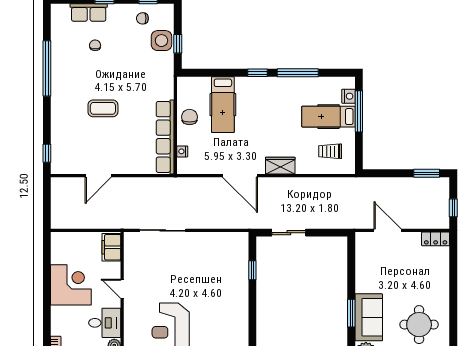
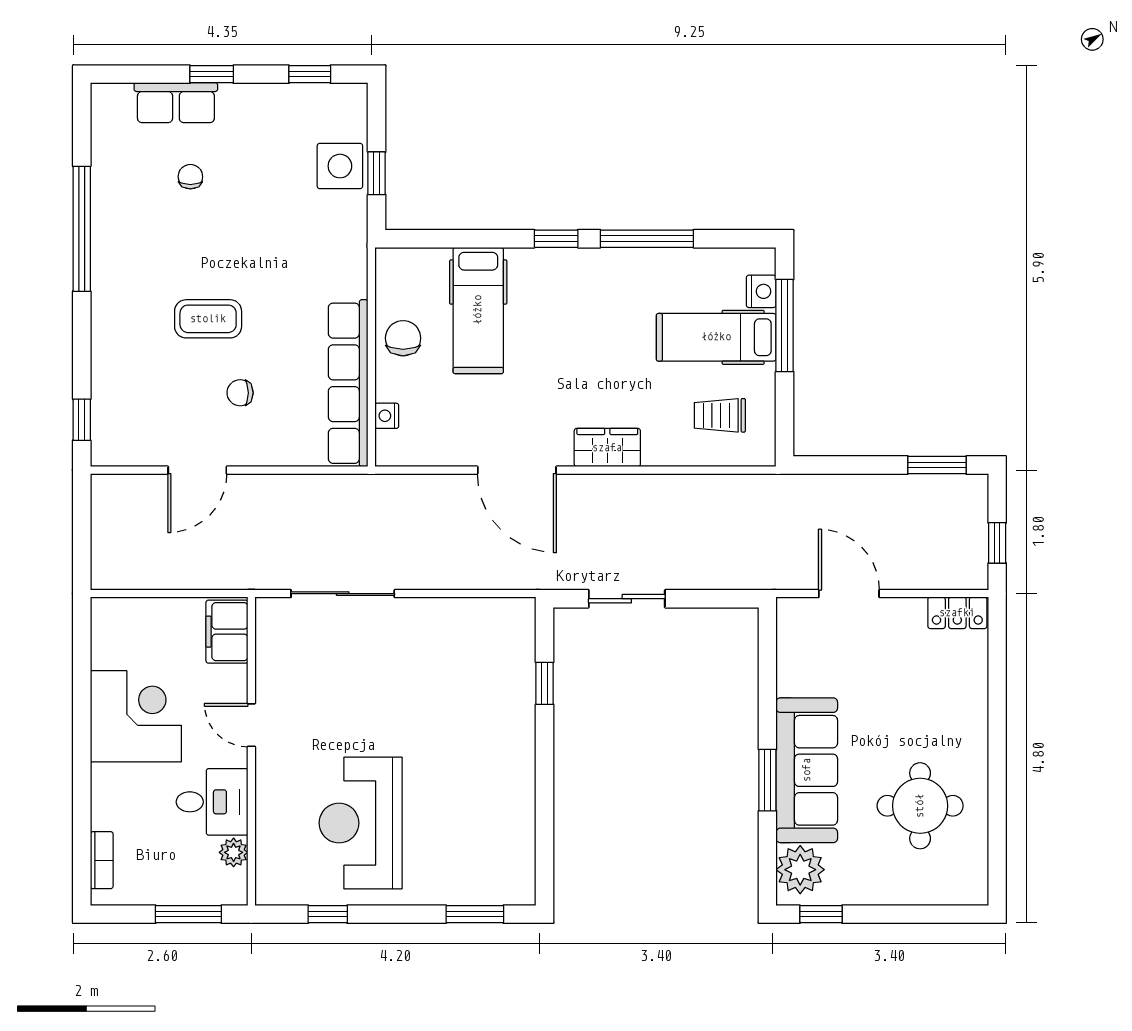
chair: (142, 18) -> (240, 393), moved
sofa: (369, 317) -> (807, 770), width x1.36

